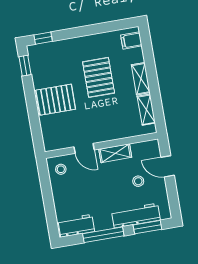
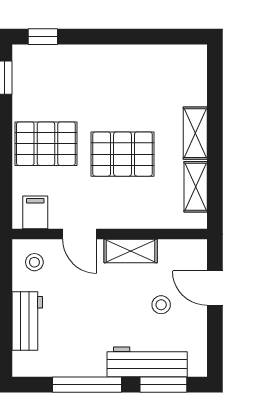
filing cabinet: (131, 40) -> (35, 212), moved, turned 90
pallet: (99, 77) -> (123, 154), moved, turned 90
workbench: (76, 226) -> (27, 321), moved, turned 90

